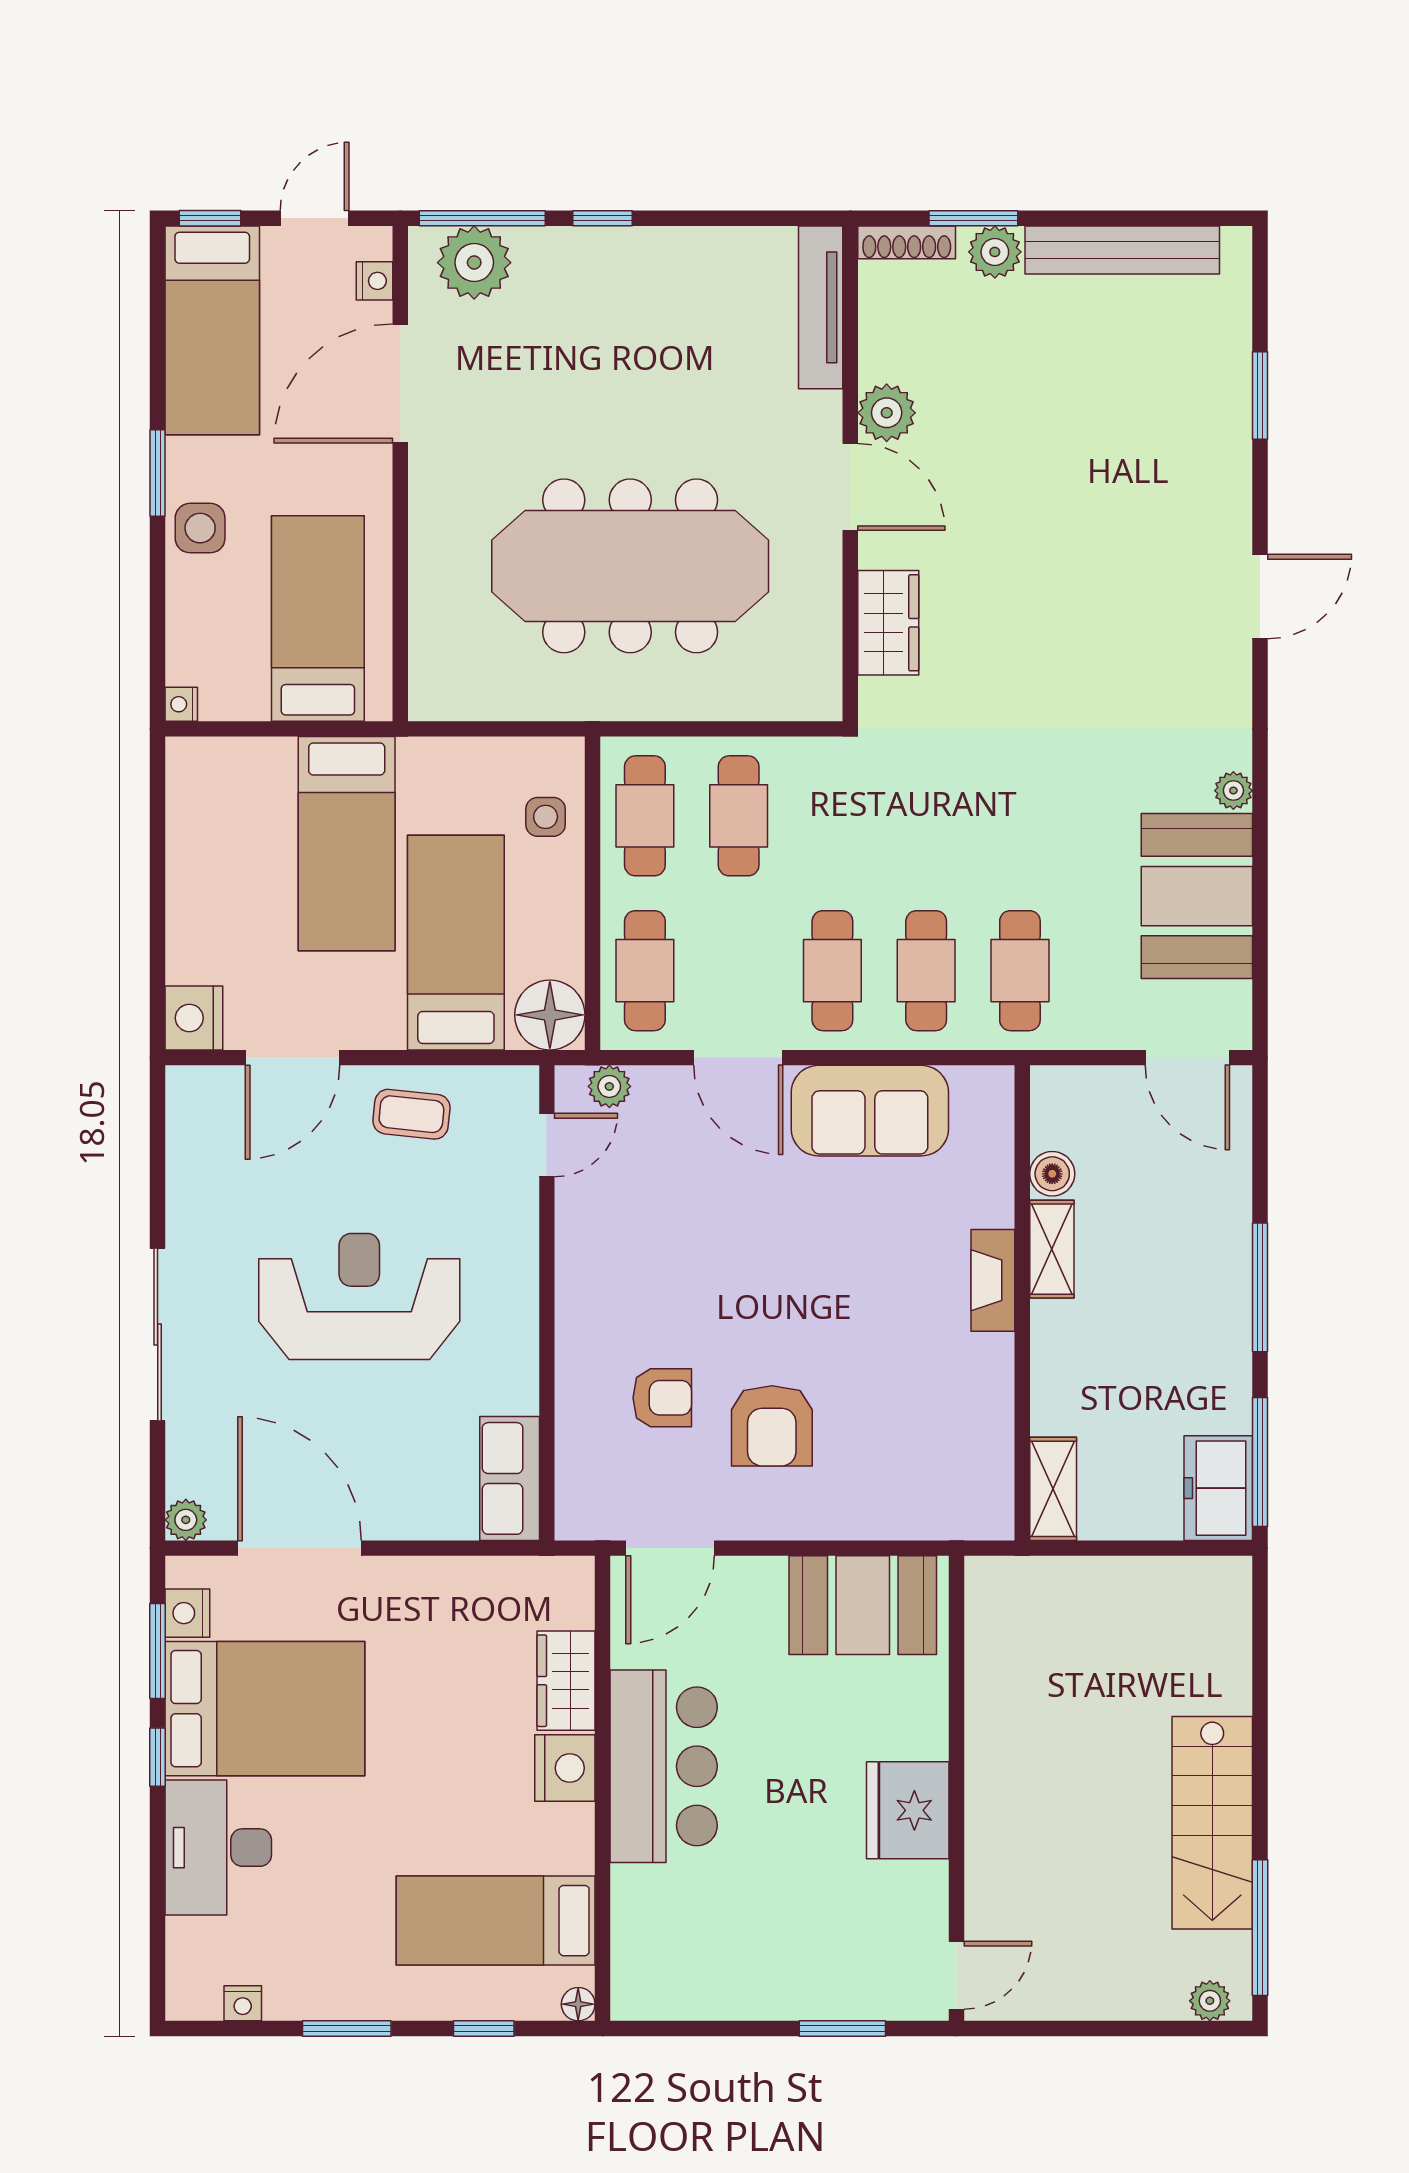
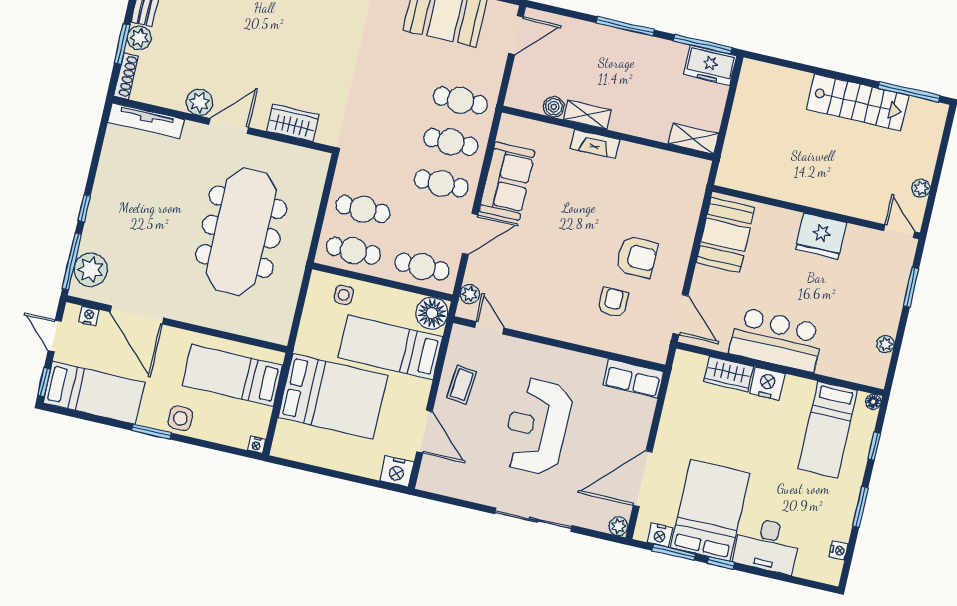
bed: (347, 844) -> (333, 396), width x1.50
plant: (1210, 2001) -> (921, 188), moved
plant: (708, 2002) -> (885, 344), added

